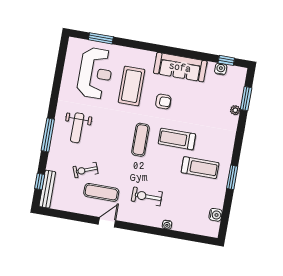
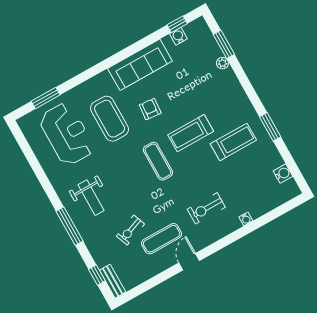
armchair: (163, 101) -> (150, 109), turned -85
bench: (47, 189) -> (113, 281), width x0.73

